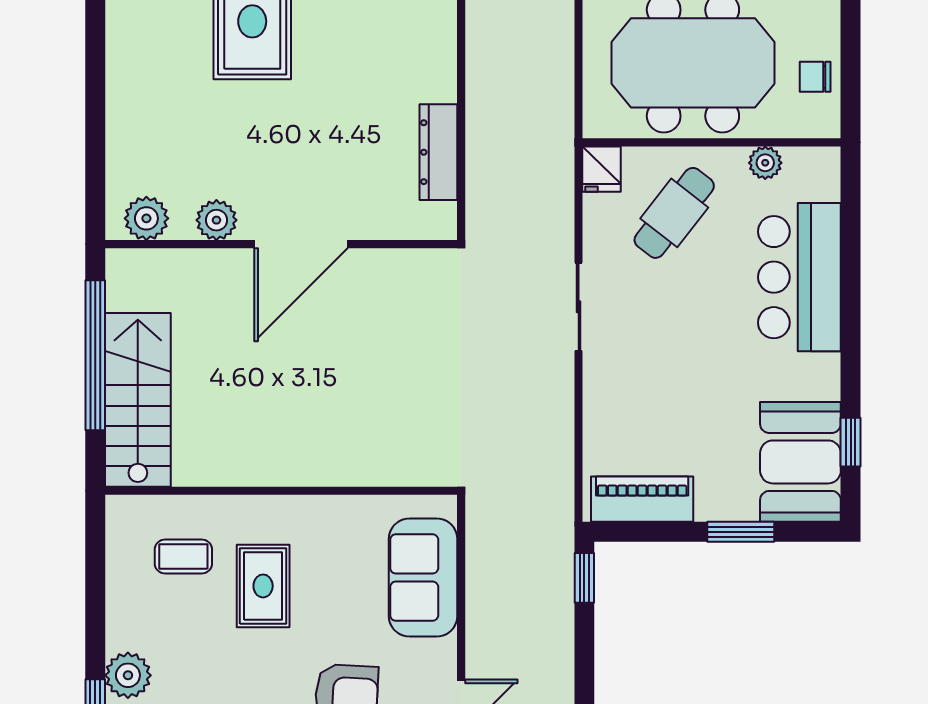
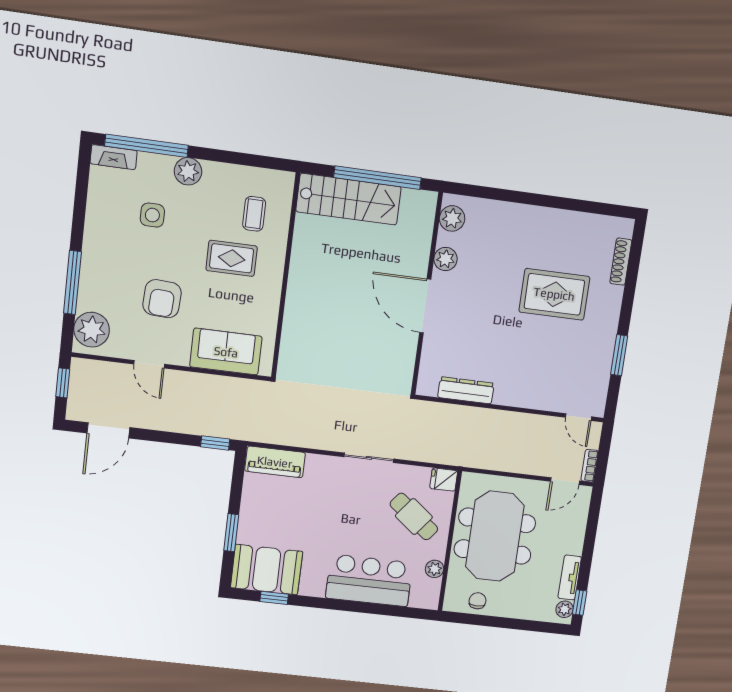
piano: (642, 499) -> (275, 462), moved, turned 90

